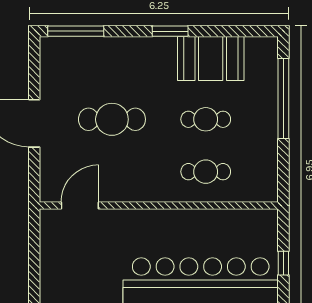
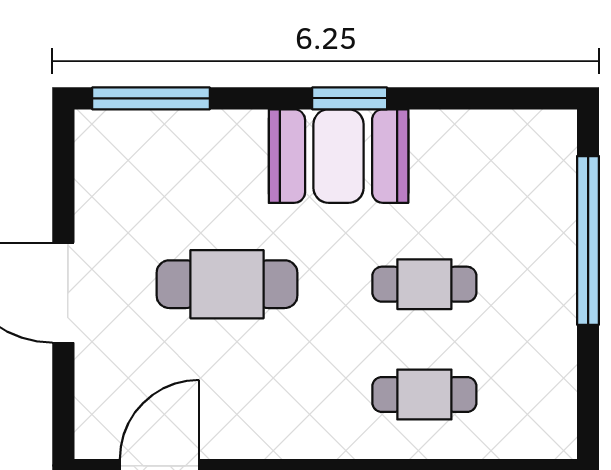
booth: (211, 58) -> (339, 156), moved

